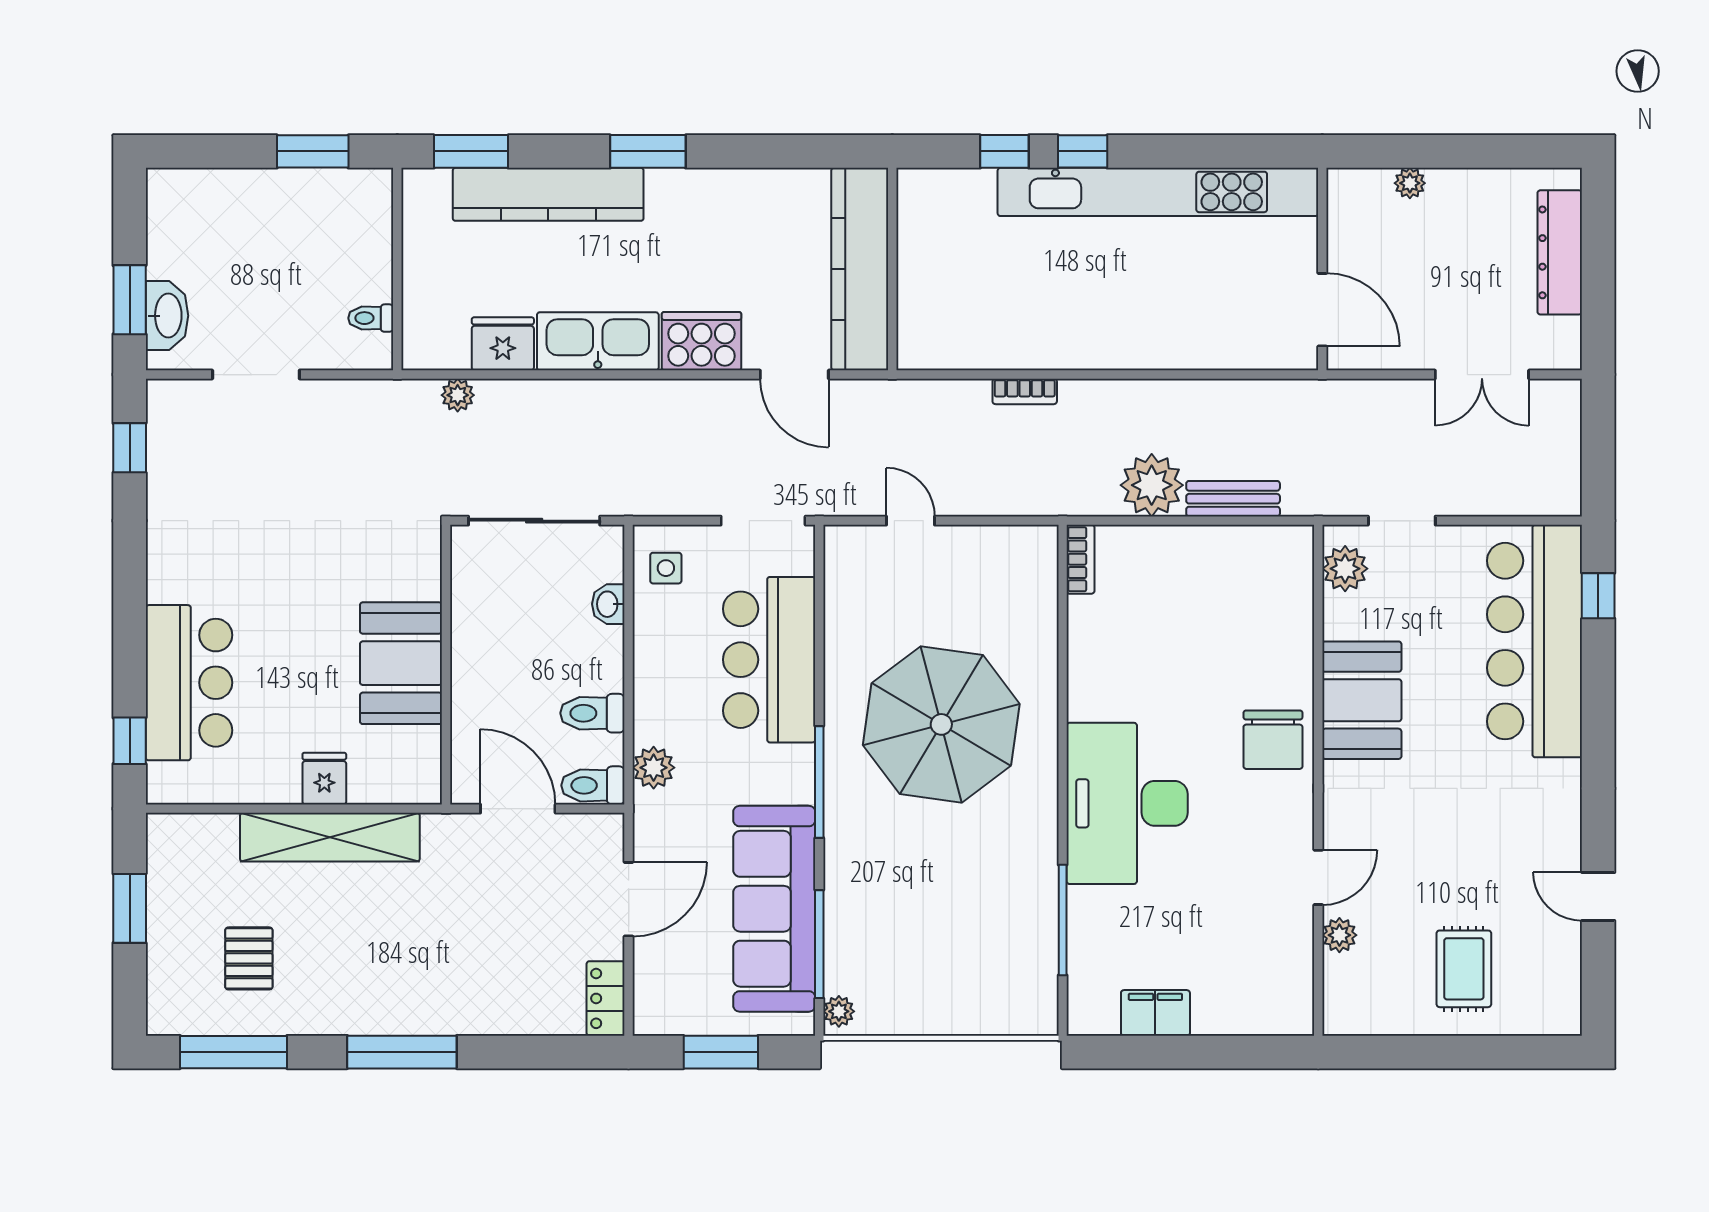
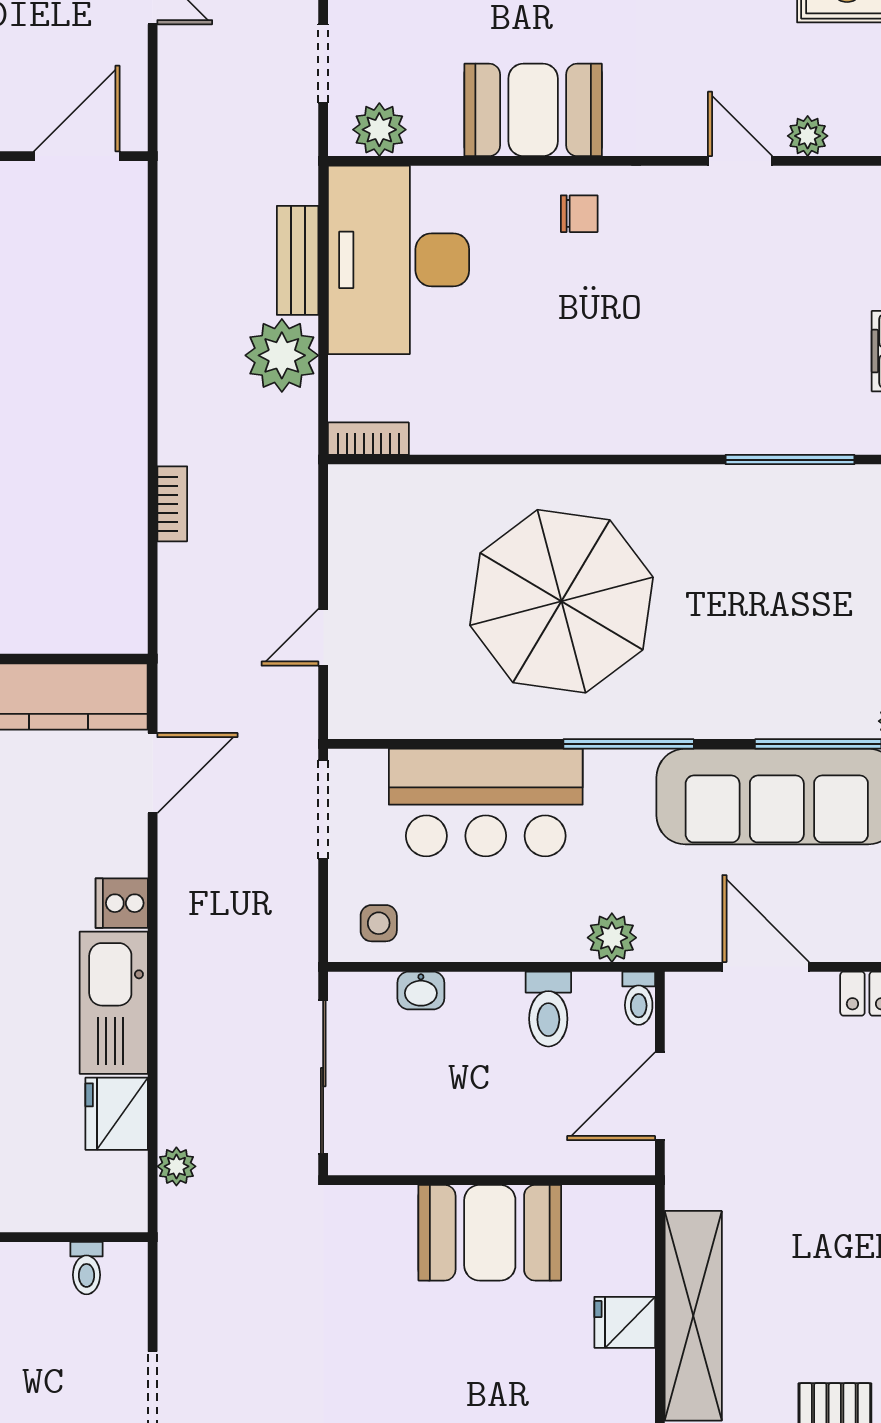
cooker: (702, 341) -> (122, 903), width x0.53, depth x0.76
chair: (1273, 740) -> (579, 214), width x0.54, depth x0.54
toilet: (593, 785) -> (639, 998), width x0.73, depth x0.72
desk: (1127, 803) -> (399, 260), moved, turned 90

